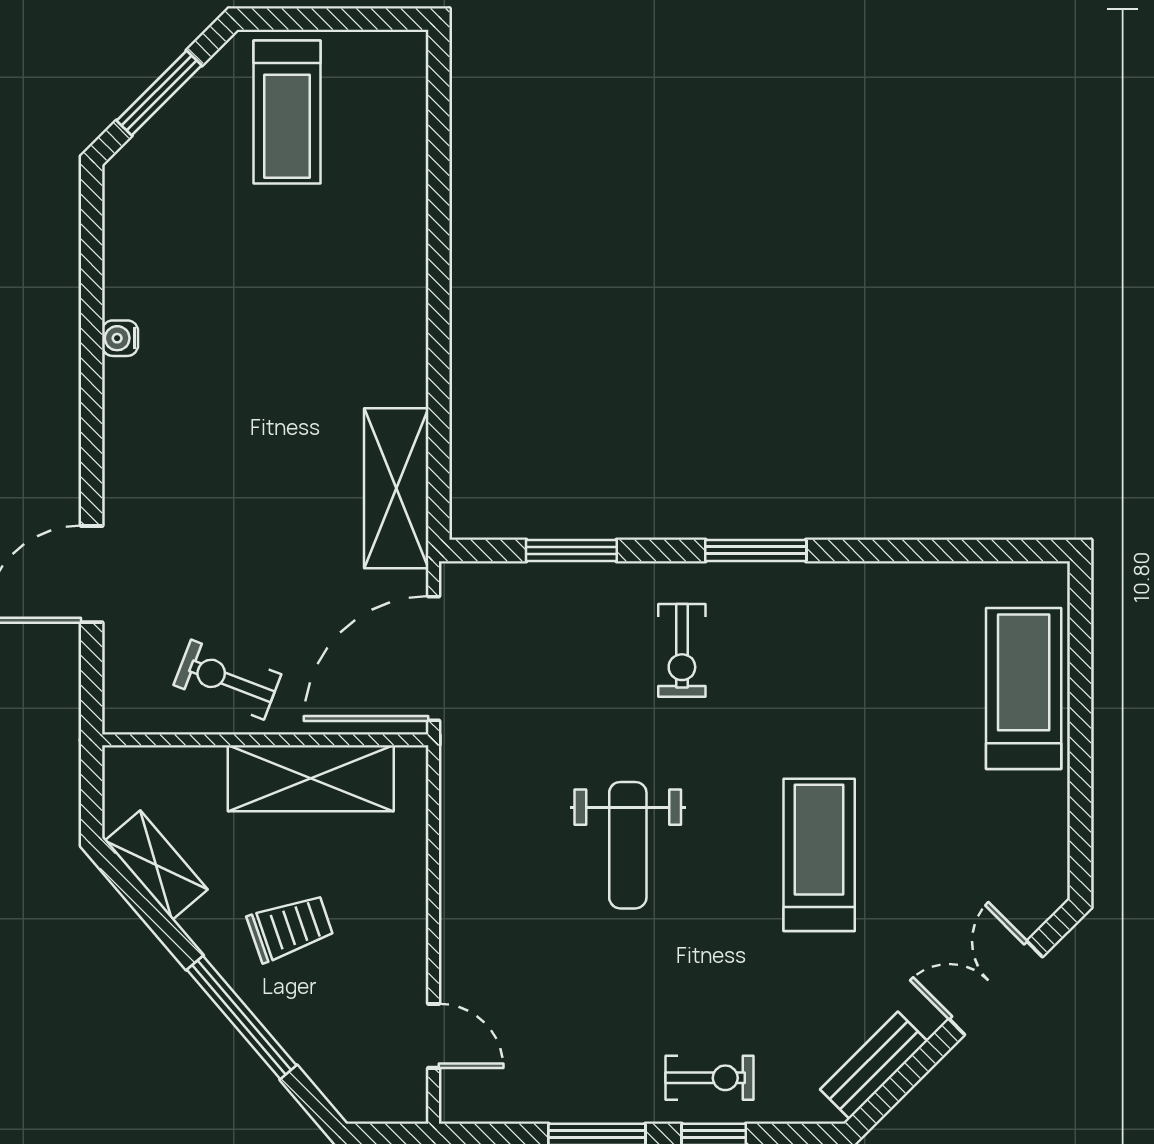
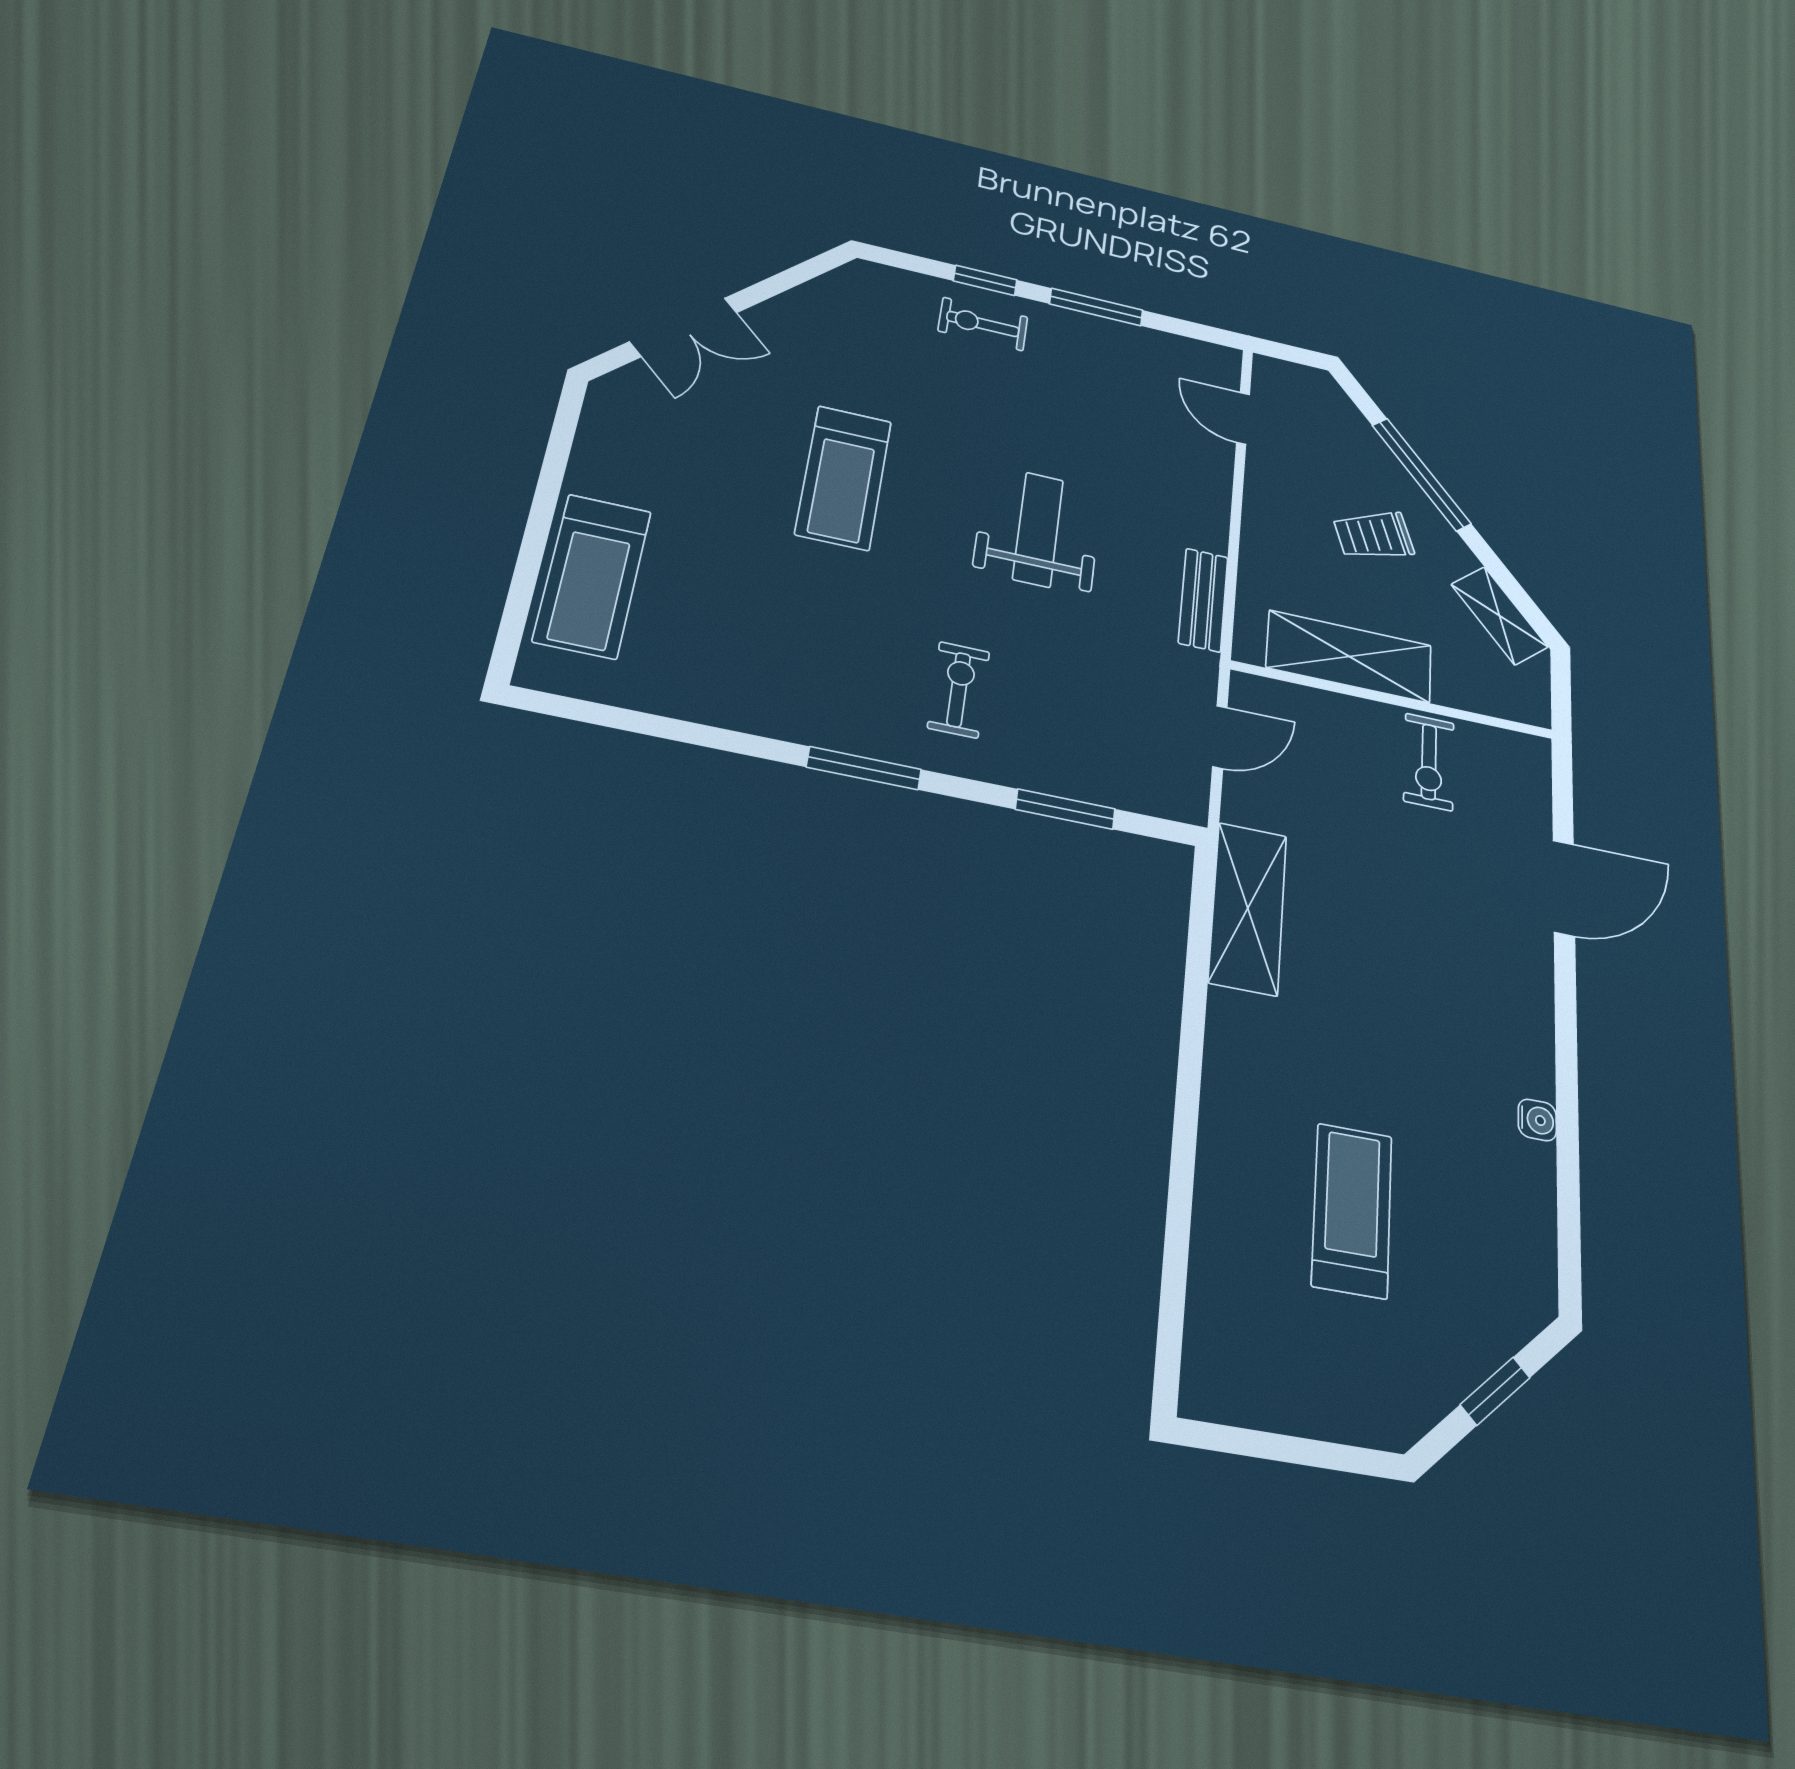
window: (159, 93) -> (1495, 1391), width x0.67
treadmill: (287, 112) -> (1352, 1210), moved
door: (434, 659) -> (1220, 737), width x0.53
exercise bike: (227, 680) -> (1429, 762), turned 69
bench: (874, 1065) -> (1203, 600), moved, turned -45

